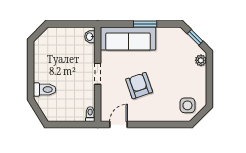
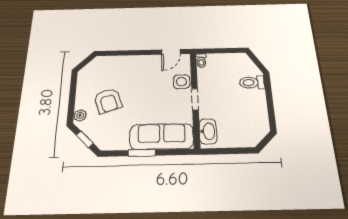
washbasin: (90, 37) -> (208, 131), width x1.91, depth x1.45
armchair: (139, 86) -> (108, 101), moved
side table: (187, 105) -> (181, 82), moved

